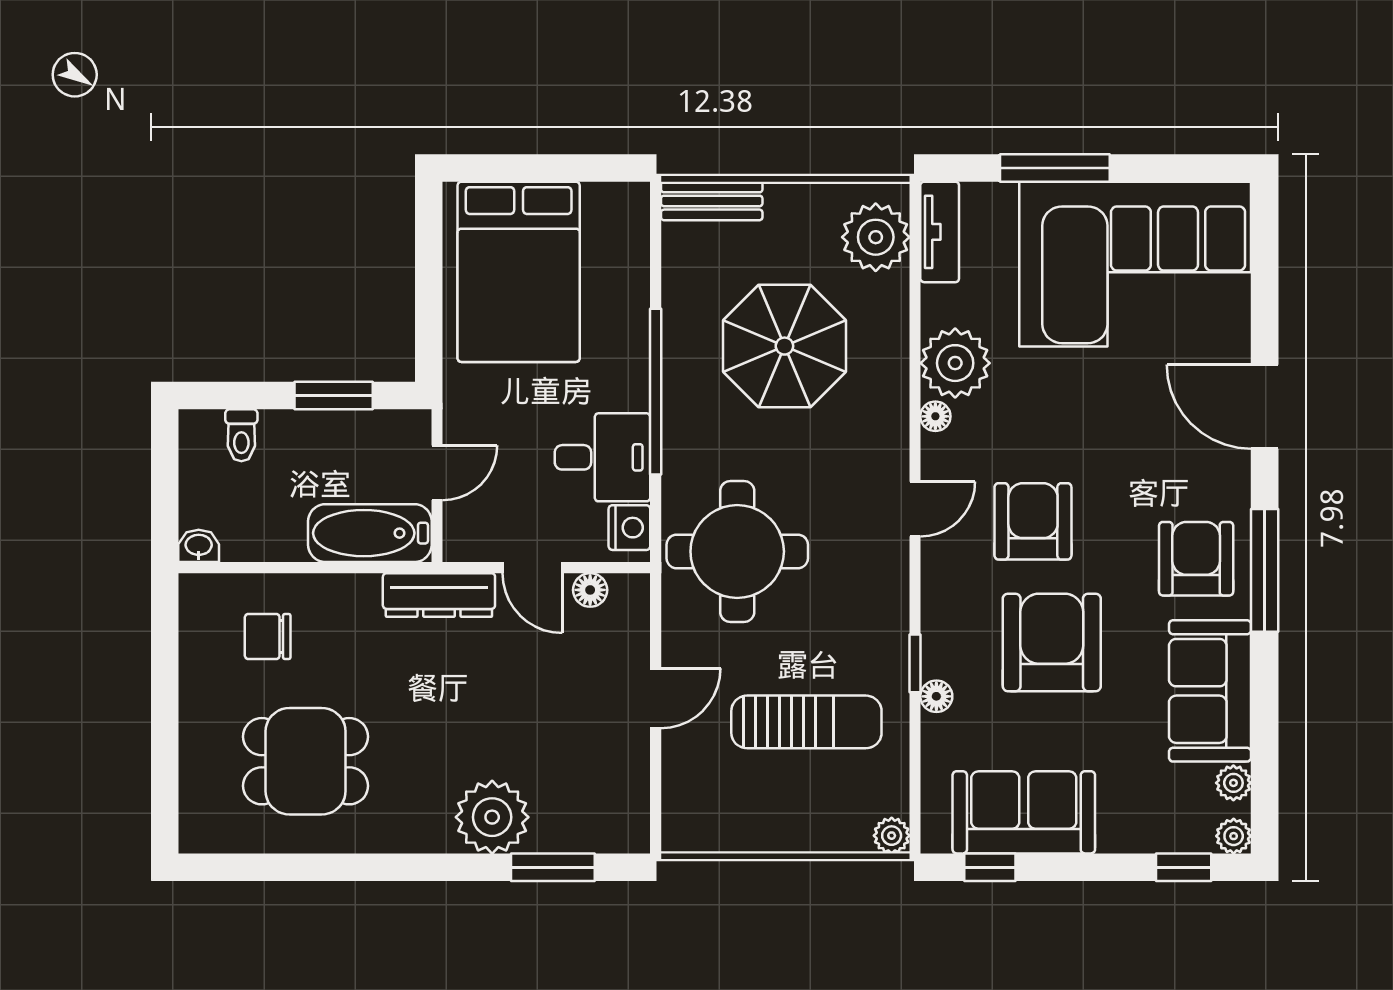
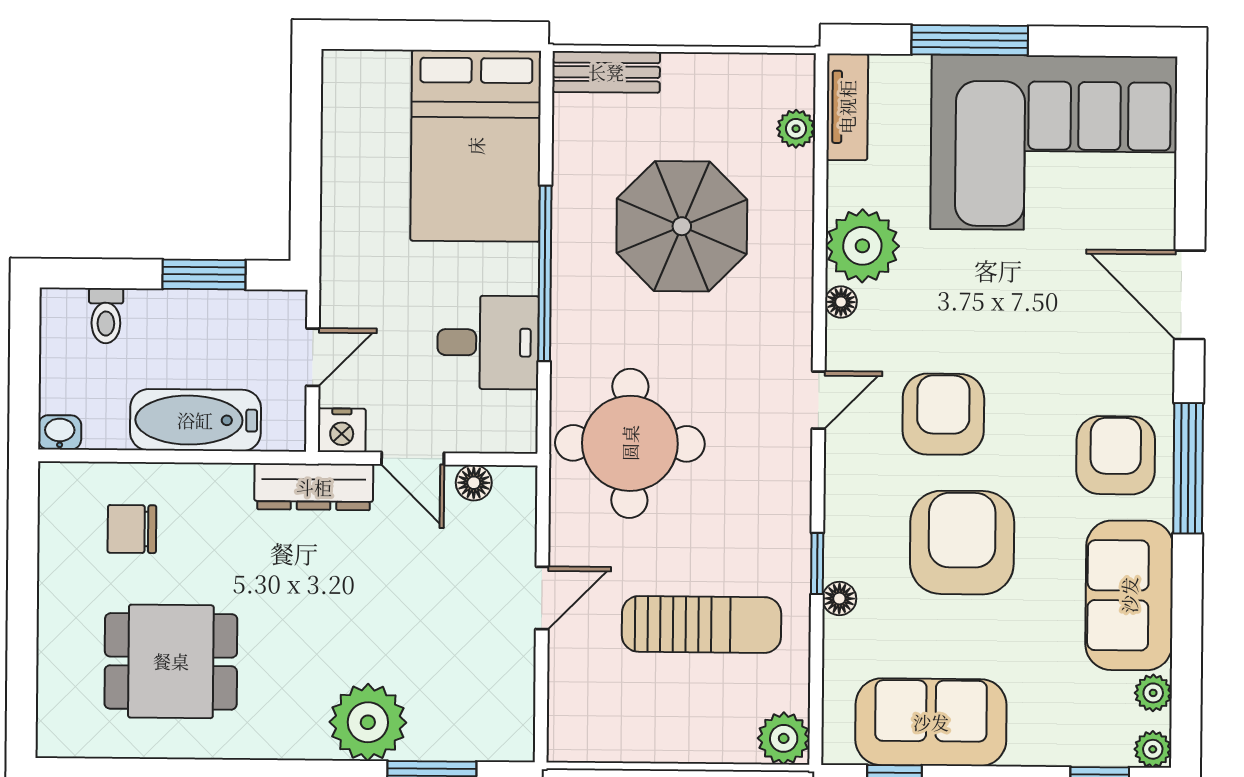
plant: (876, 237) -> (796, 129), width x0.53, depth x0.53
bed: (519, 272) -> (476, 146), moved
nightstand: (629, 528) -> (342, 430), moved, turned 90
bathtub: (370, 533) -> (195, 420), moved
plant: (892, 836) -> (784, 738), width x1.38, depth x1.38

